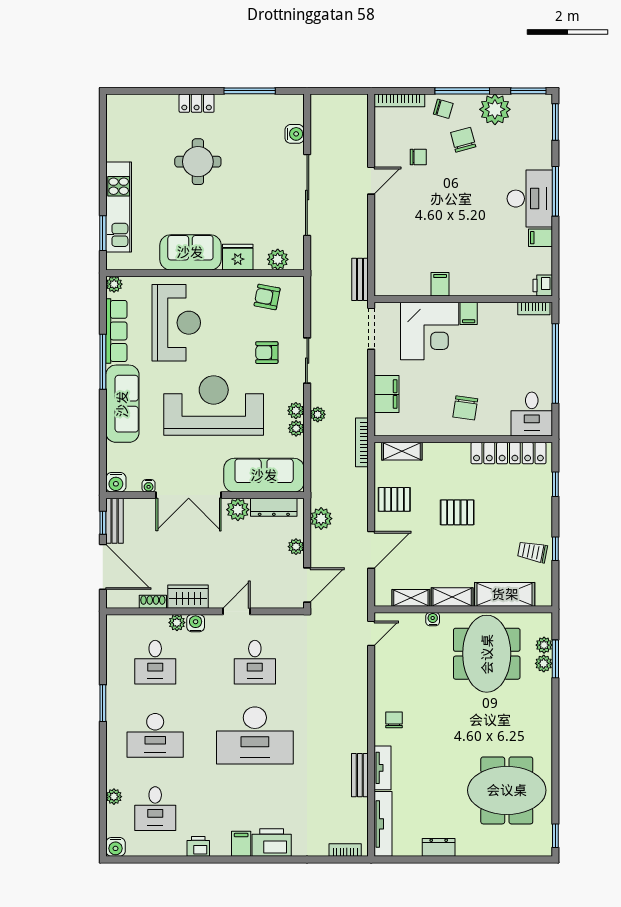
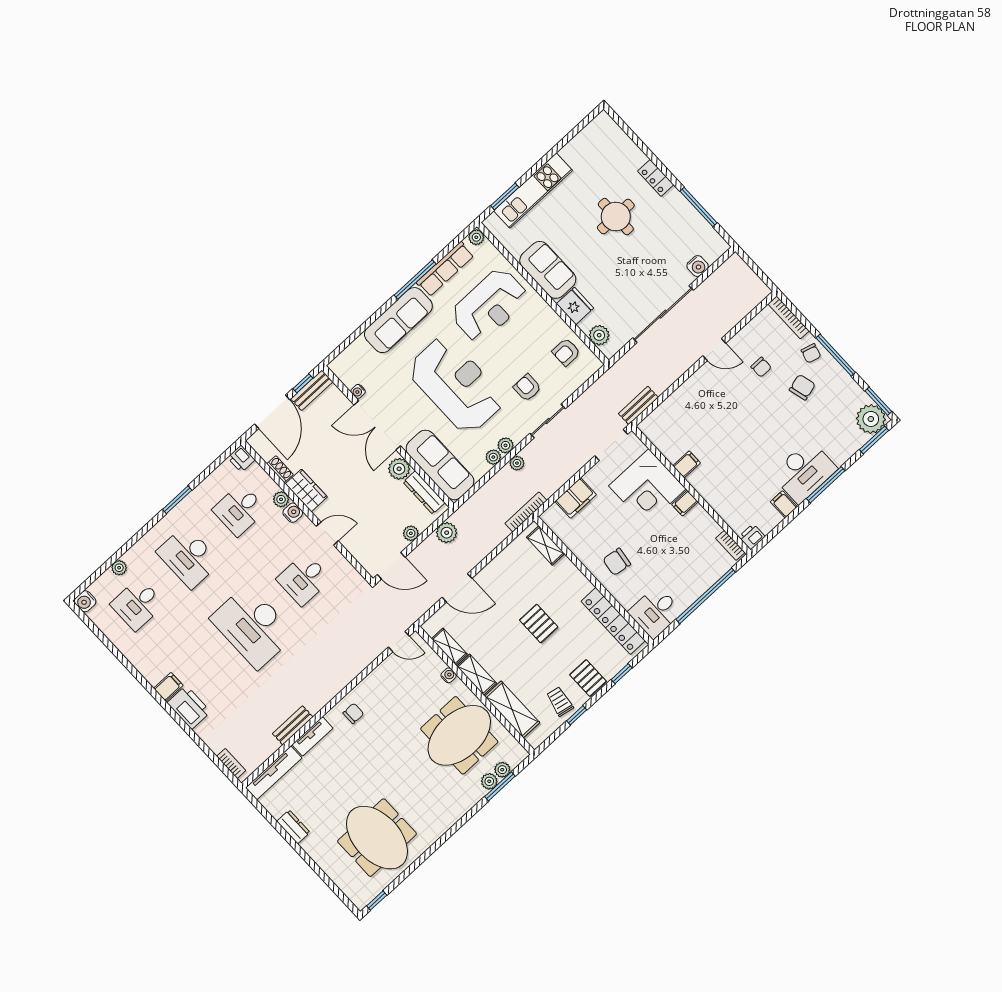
plant: (495, 109) -> (871, 419), moved
armchair: (267, 297) -> (566, 352), turned -101
water cooler: (116, 482) -> (339, 366), removed
pallet: (394, 499) -> (588, 678), moved
printer: (198, 846) -> (241, 459), moved, turned 180

